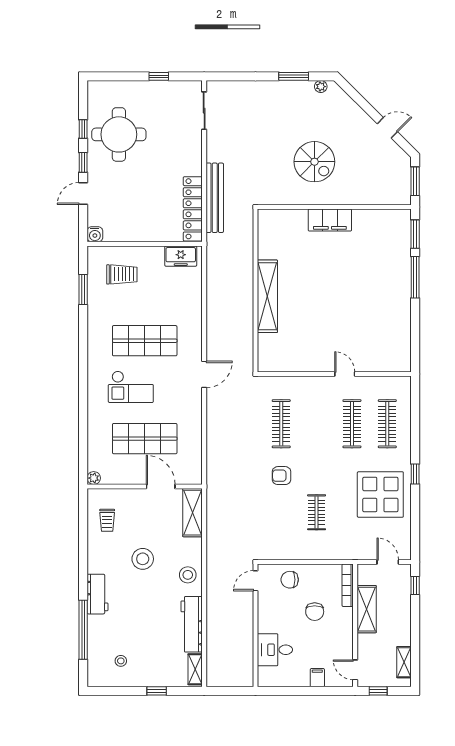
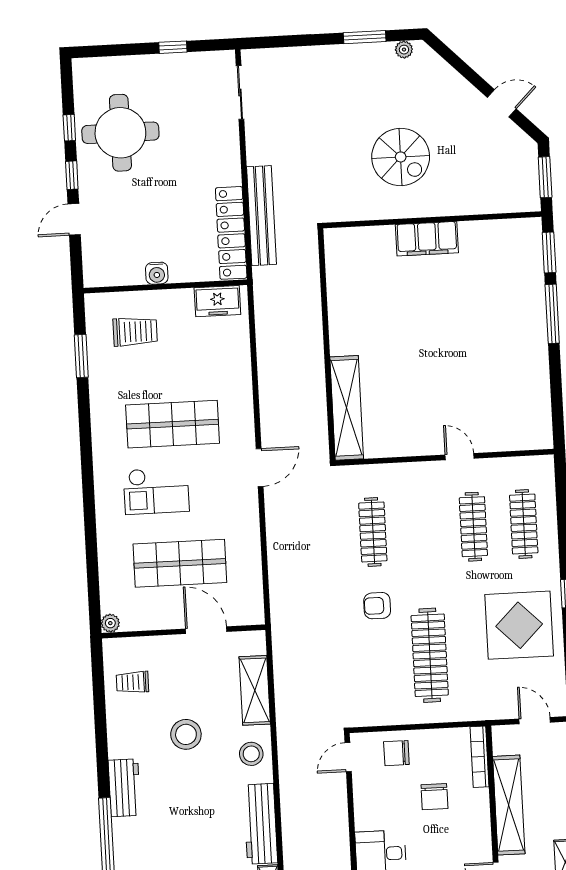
water cooler: (95, 234) -> (157, 273), moved
shelving: (267, 296) -> (347, 408), moved
clothes rail: (317, 512) -> (430, 655), width x1.86, depth x1.31
shelving: (193, 513) -> (255, 690), moved
trolley: (107, 520) -> (132, 682), turned 90
shelving: (367, 609) -> (509, 805), width x1.47

